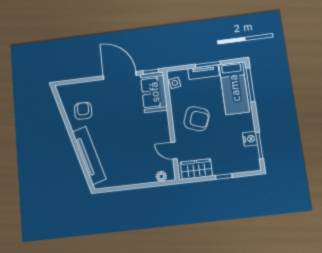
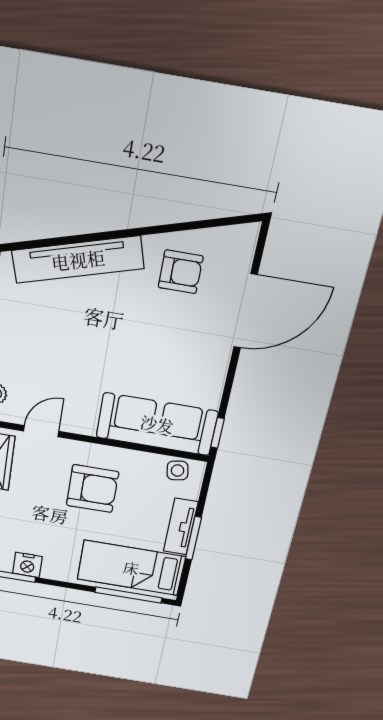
door: (120, 76) -> (245, 311), moved
sofa: (154, 92) -> (157, 424), width x1.36
armchair: (197, 119) -> (92, 489), turned -110

